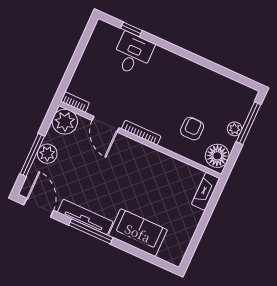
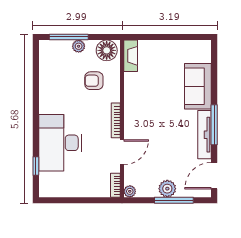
desk: (133, 54) -> (60, 143), width x1.87, depth x1.30
plant: (65, 122) -> (130, 191), width x0.53, depth x0.53
fireplace: (206, 191) -> (131, 56), moved, turned -90

